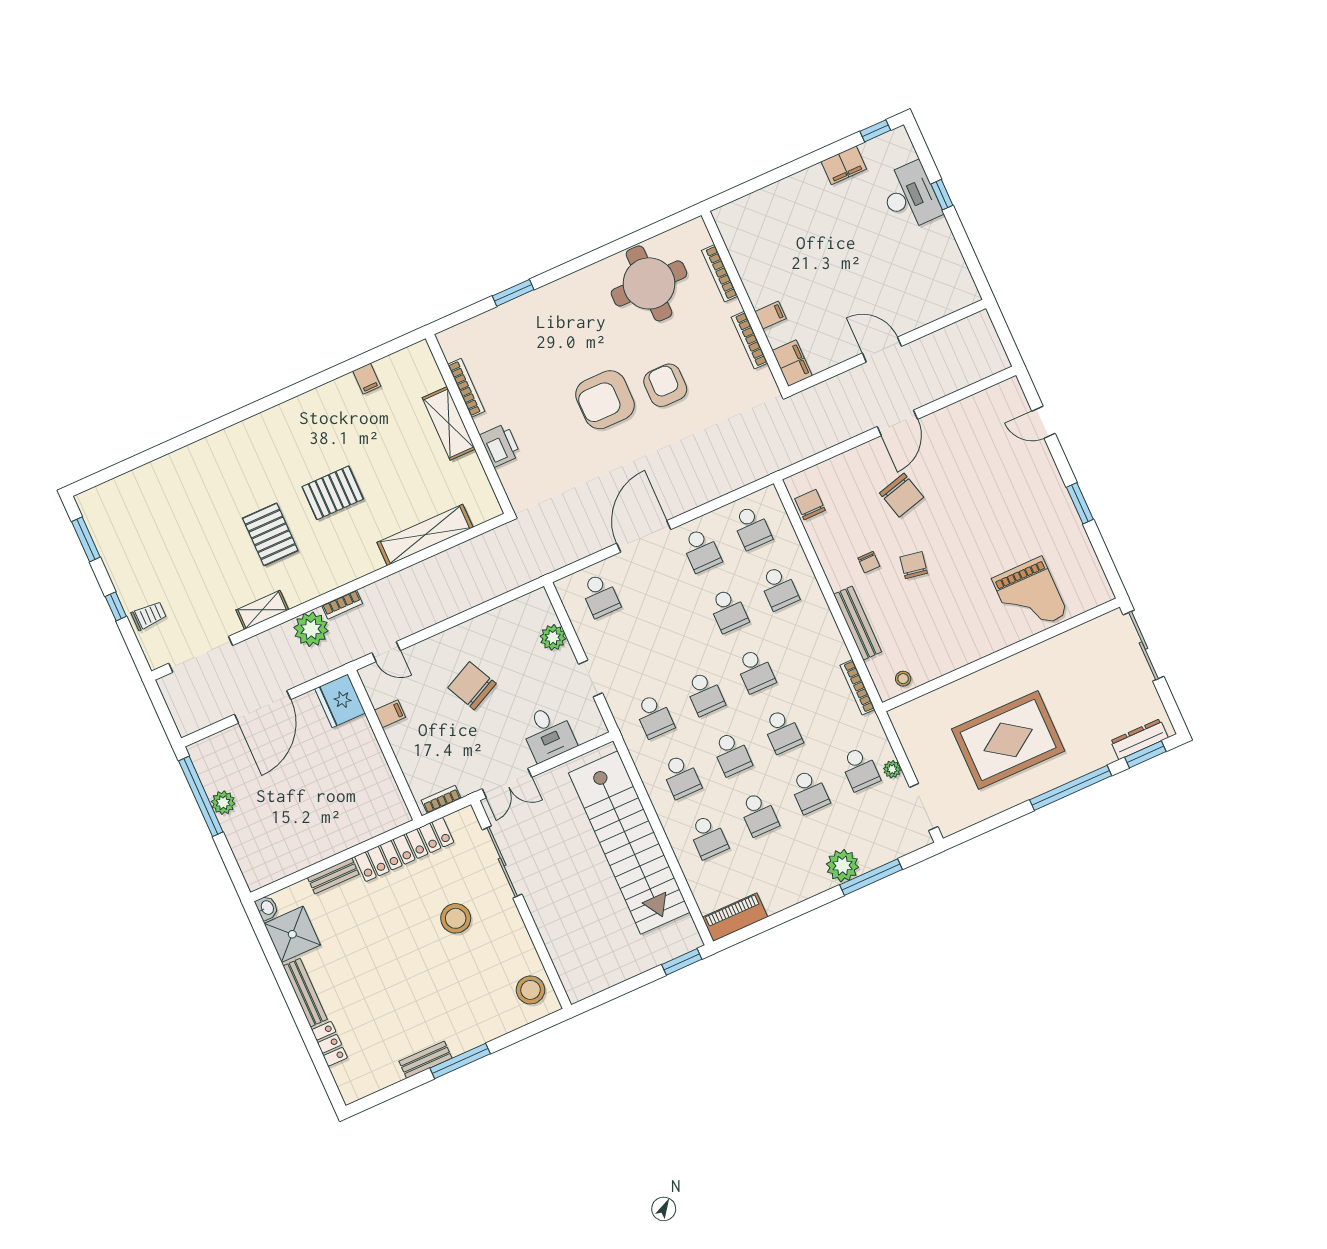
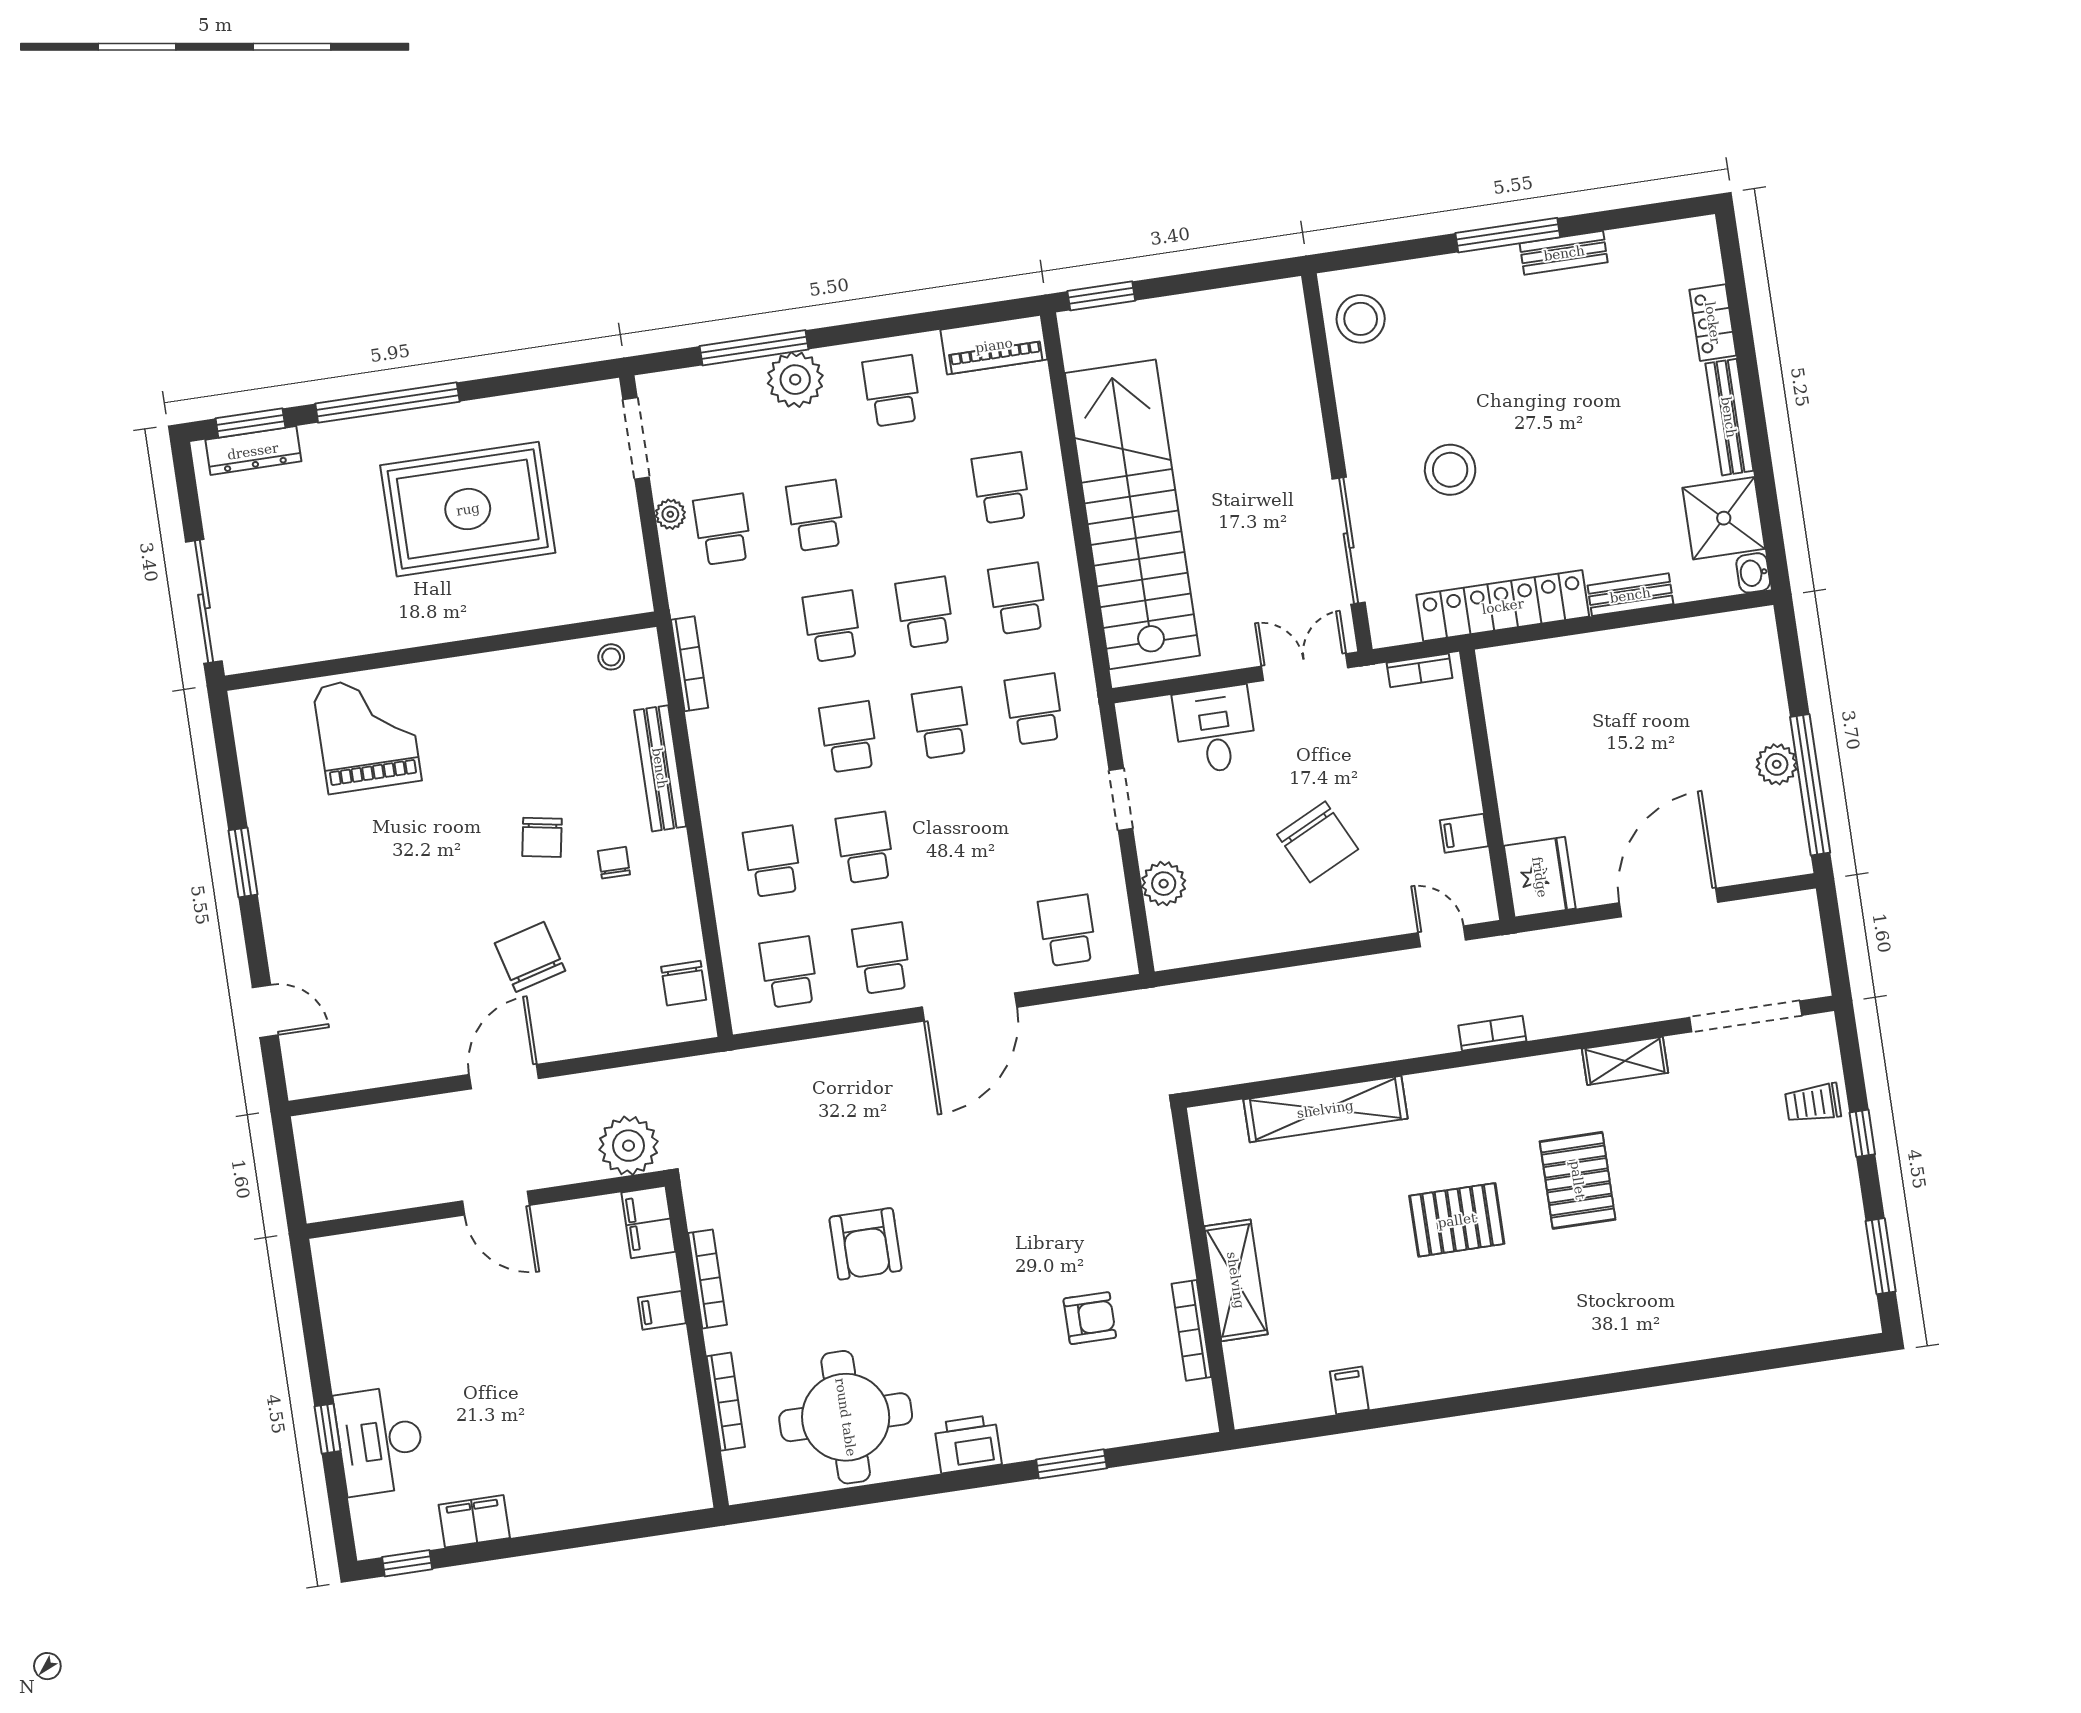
armchair: (605, 400) -> (1090, 1318), moved, width x0.53, depth x0.53
printer: (500, 445) -> (968, 1444), moved, turned 90
plant: (311, 629) -> (629, 1146), moved
school desk: (759, 814) -> (892, 391), moved

